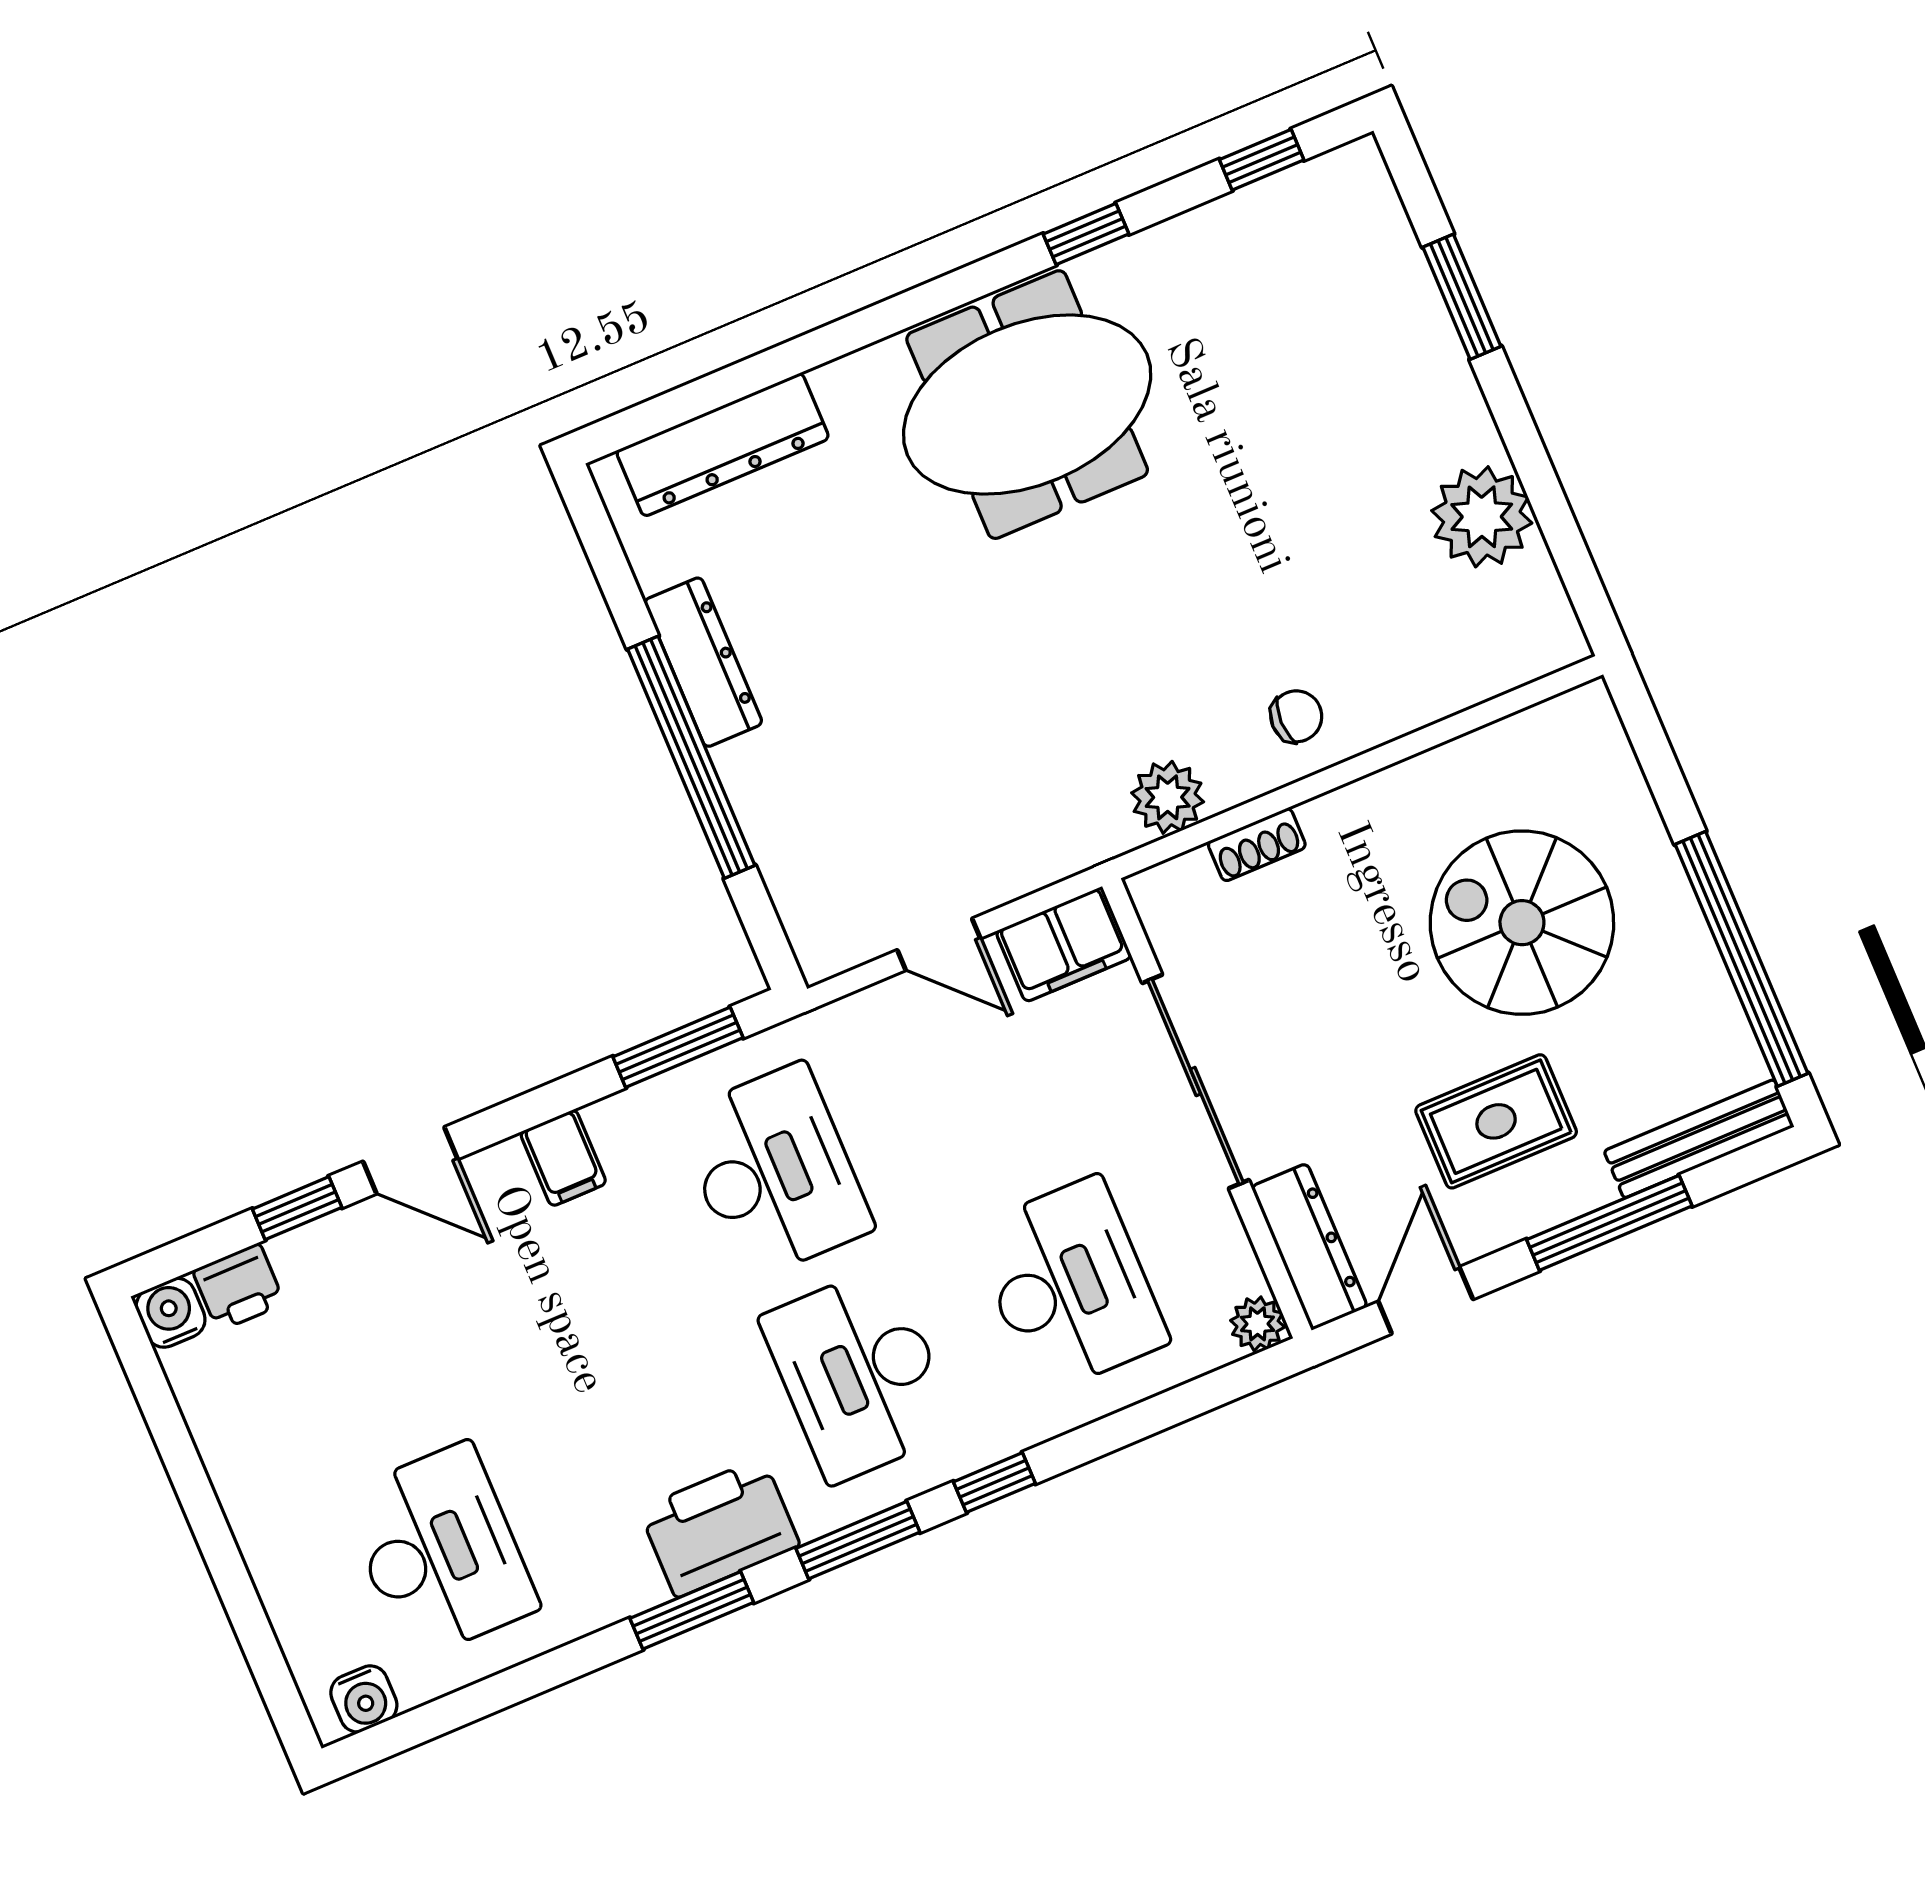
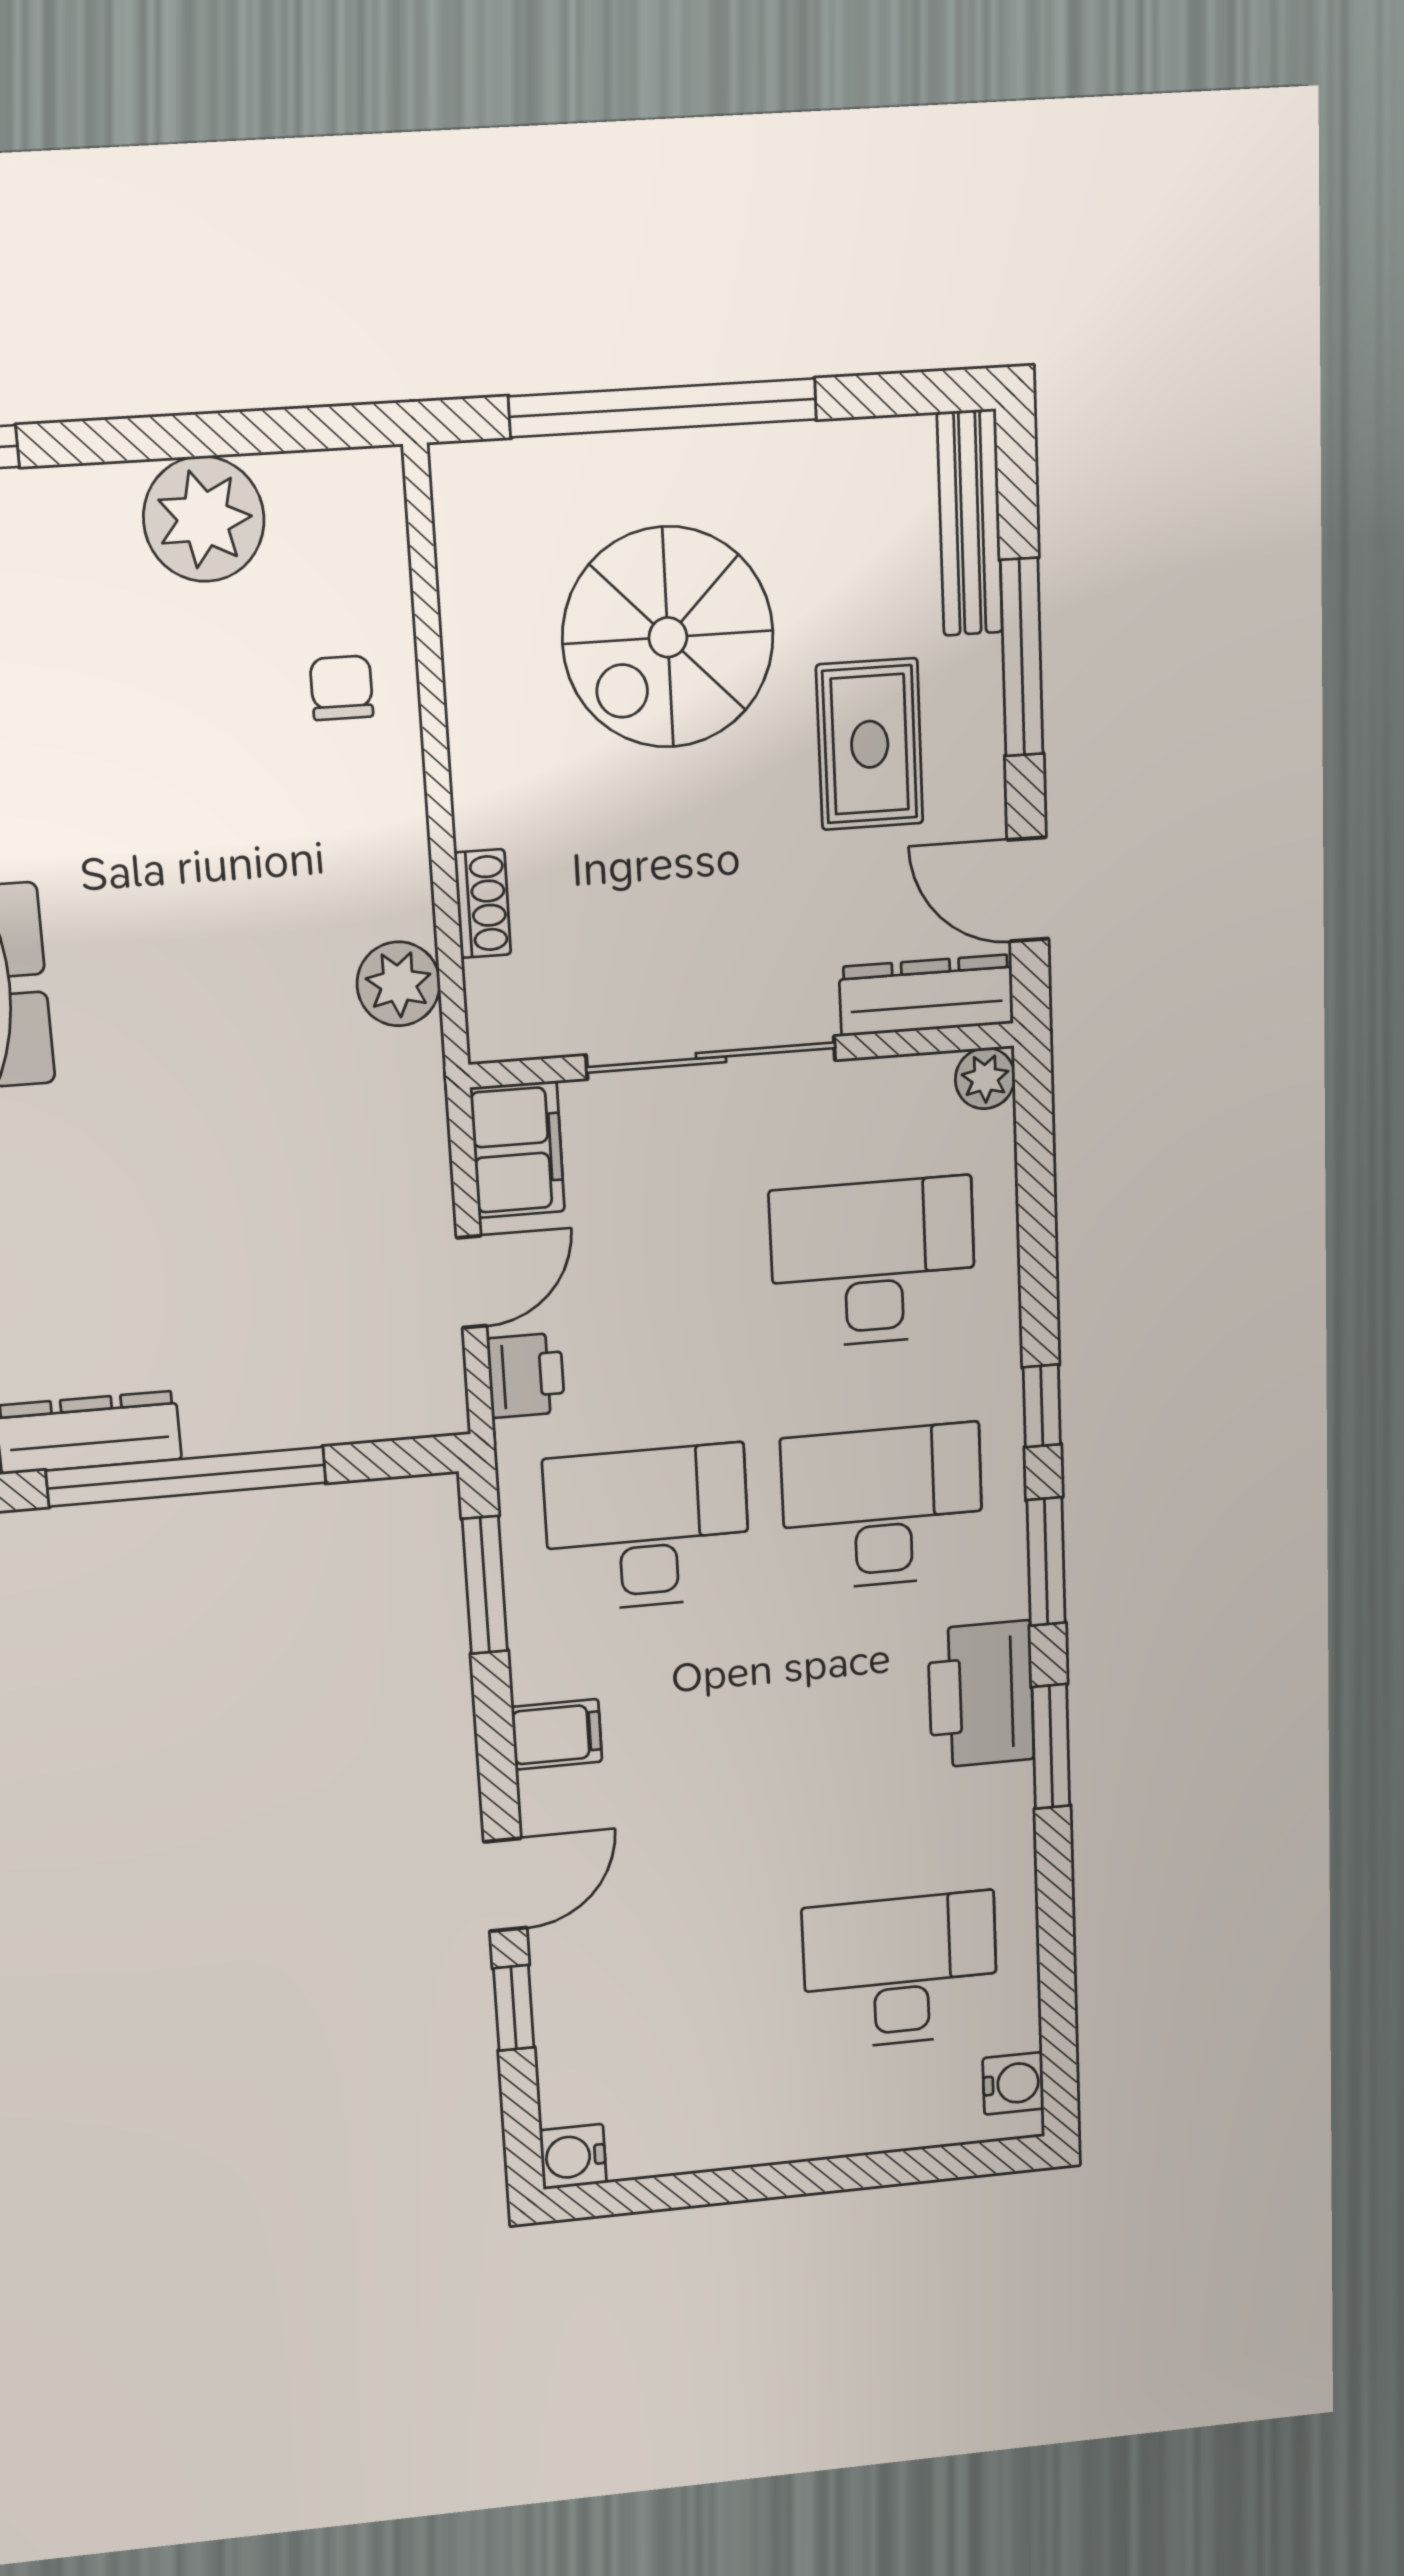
chair: (1296, 716) -> (342, 688), moved
window: (1742, 959) -> (663, 408), moved
printer: (239, 1287) -> (526, 1375), moved
desk: (859, 1374) -> (882, 1507), turned 180

